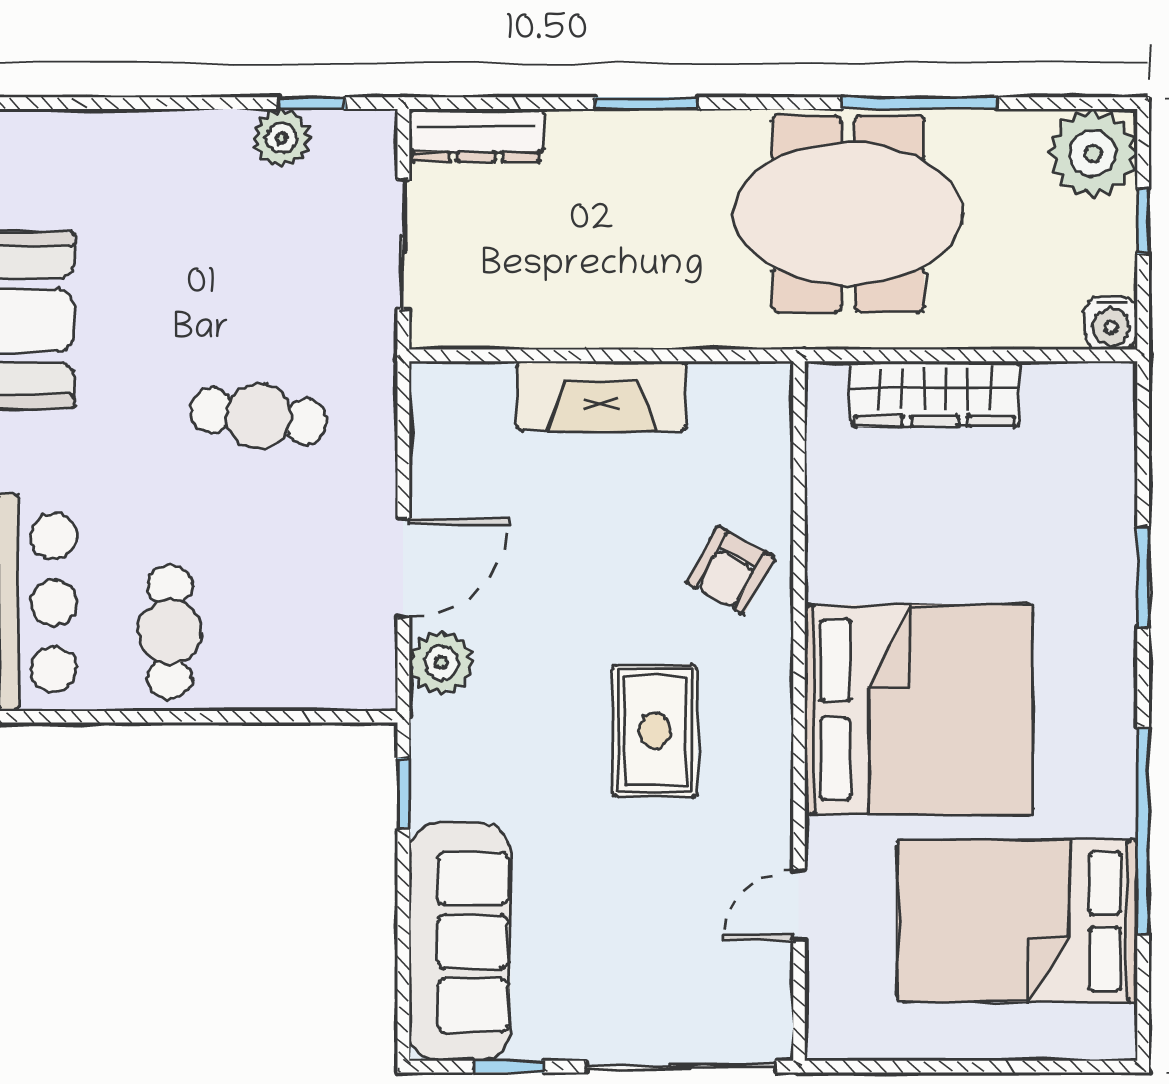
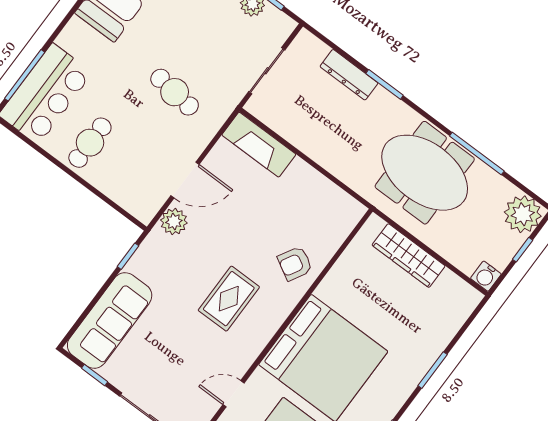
dresser: (476, 135) -> (349, 75), moved
fireplace: (602, 396) -> (259, 145), moved

